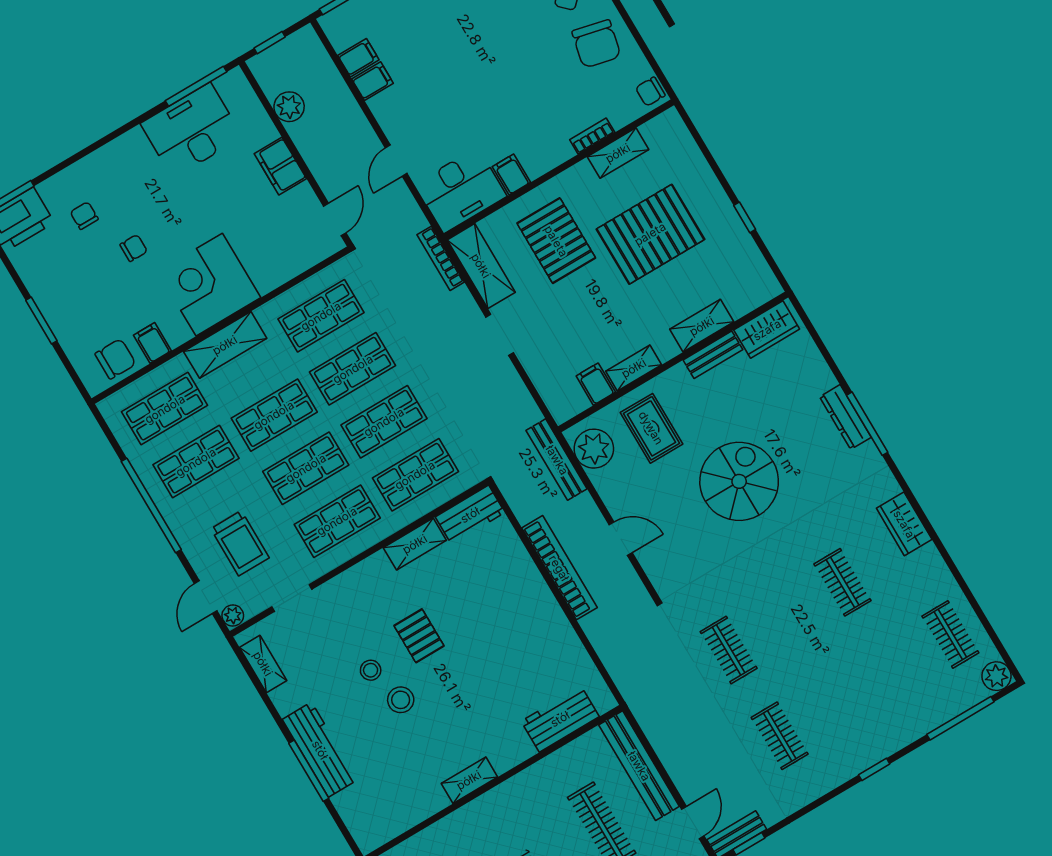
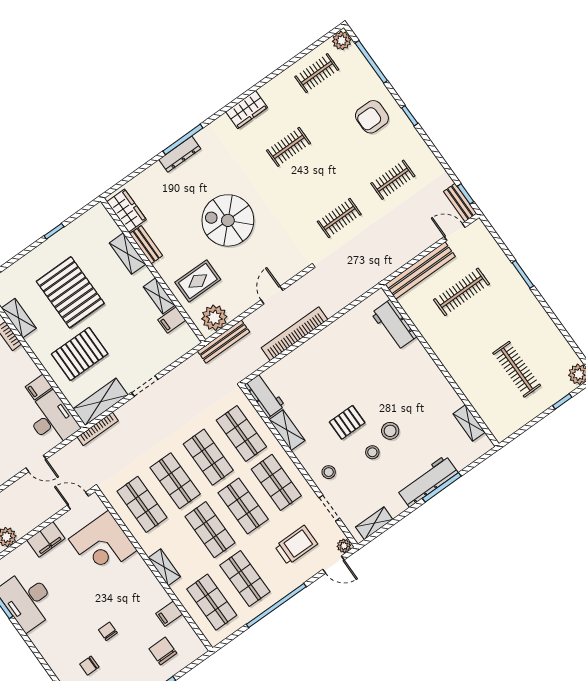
corner desk: (209, 285) -> (103, 545), moved
shelving: (225, 345) -> (164, 567), width x0.67, depth x0.75
chair: (115, 359) -> (163, 651), moved
stool: (346, 602) -> (329, 472), added
armchair: (877, 712) -> (372, 117), added
shelving: (469, 780) -> (469, 423), moved

